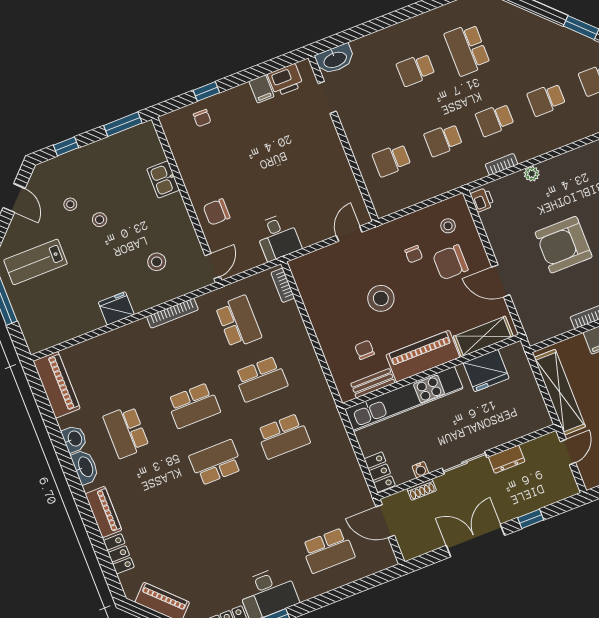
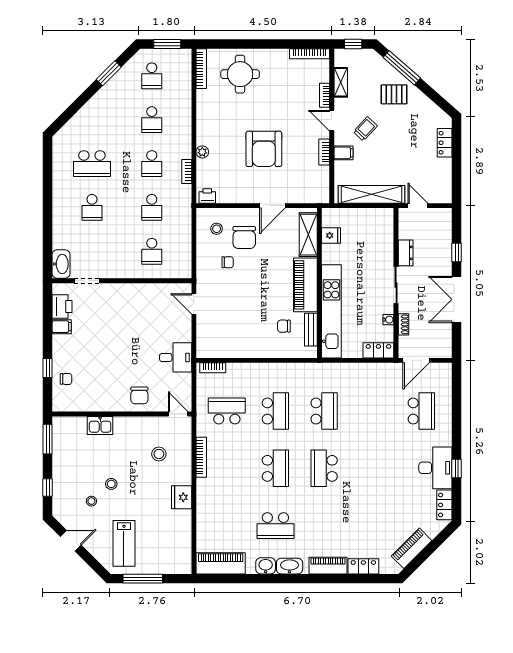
stool: (381, 298) -> (251, 299), removed
fridge: (486, 371) -> (331, 235), width x0.53, depth x0.75

